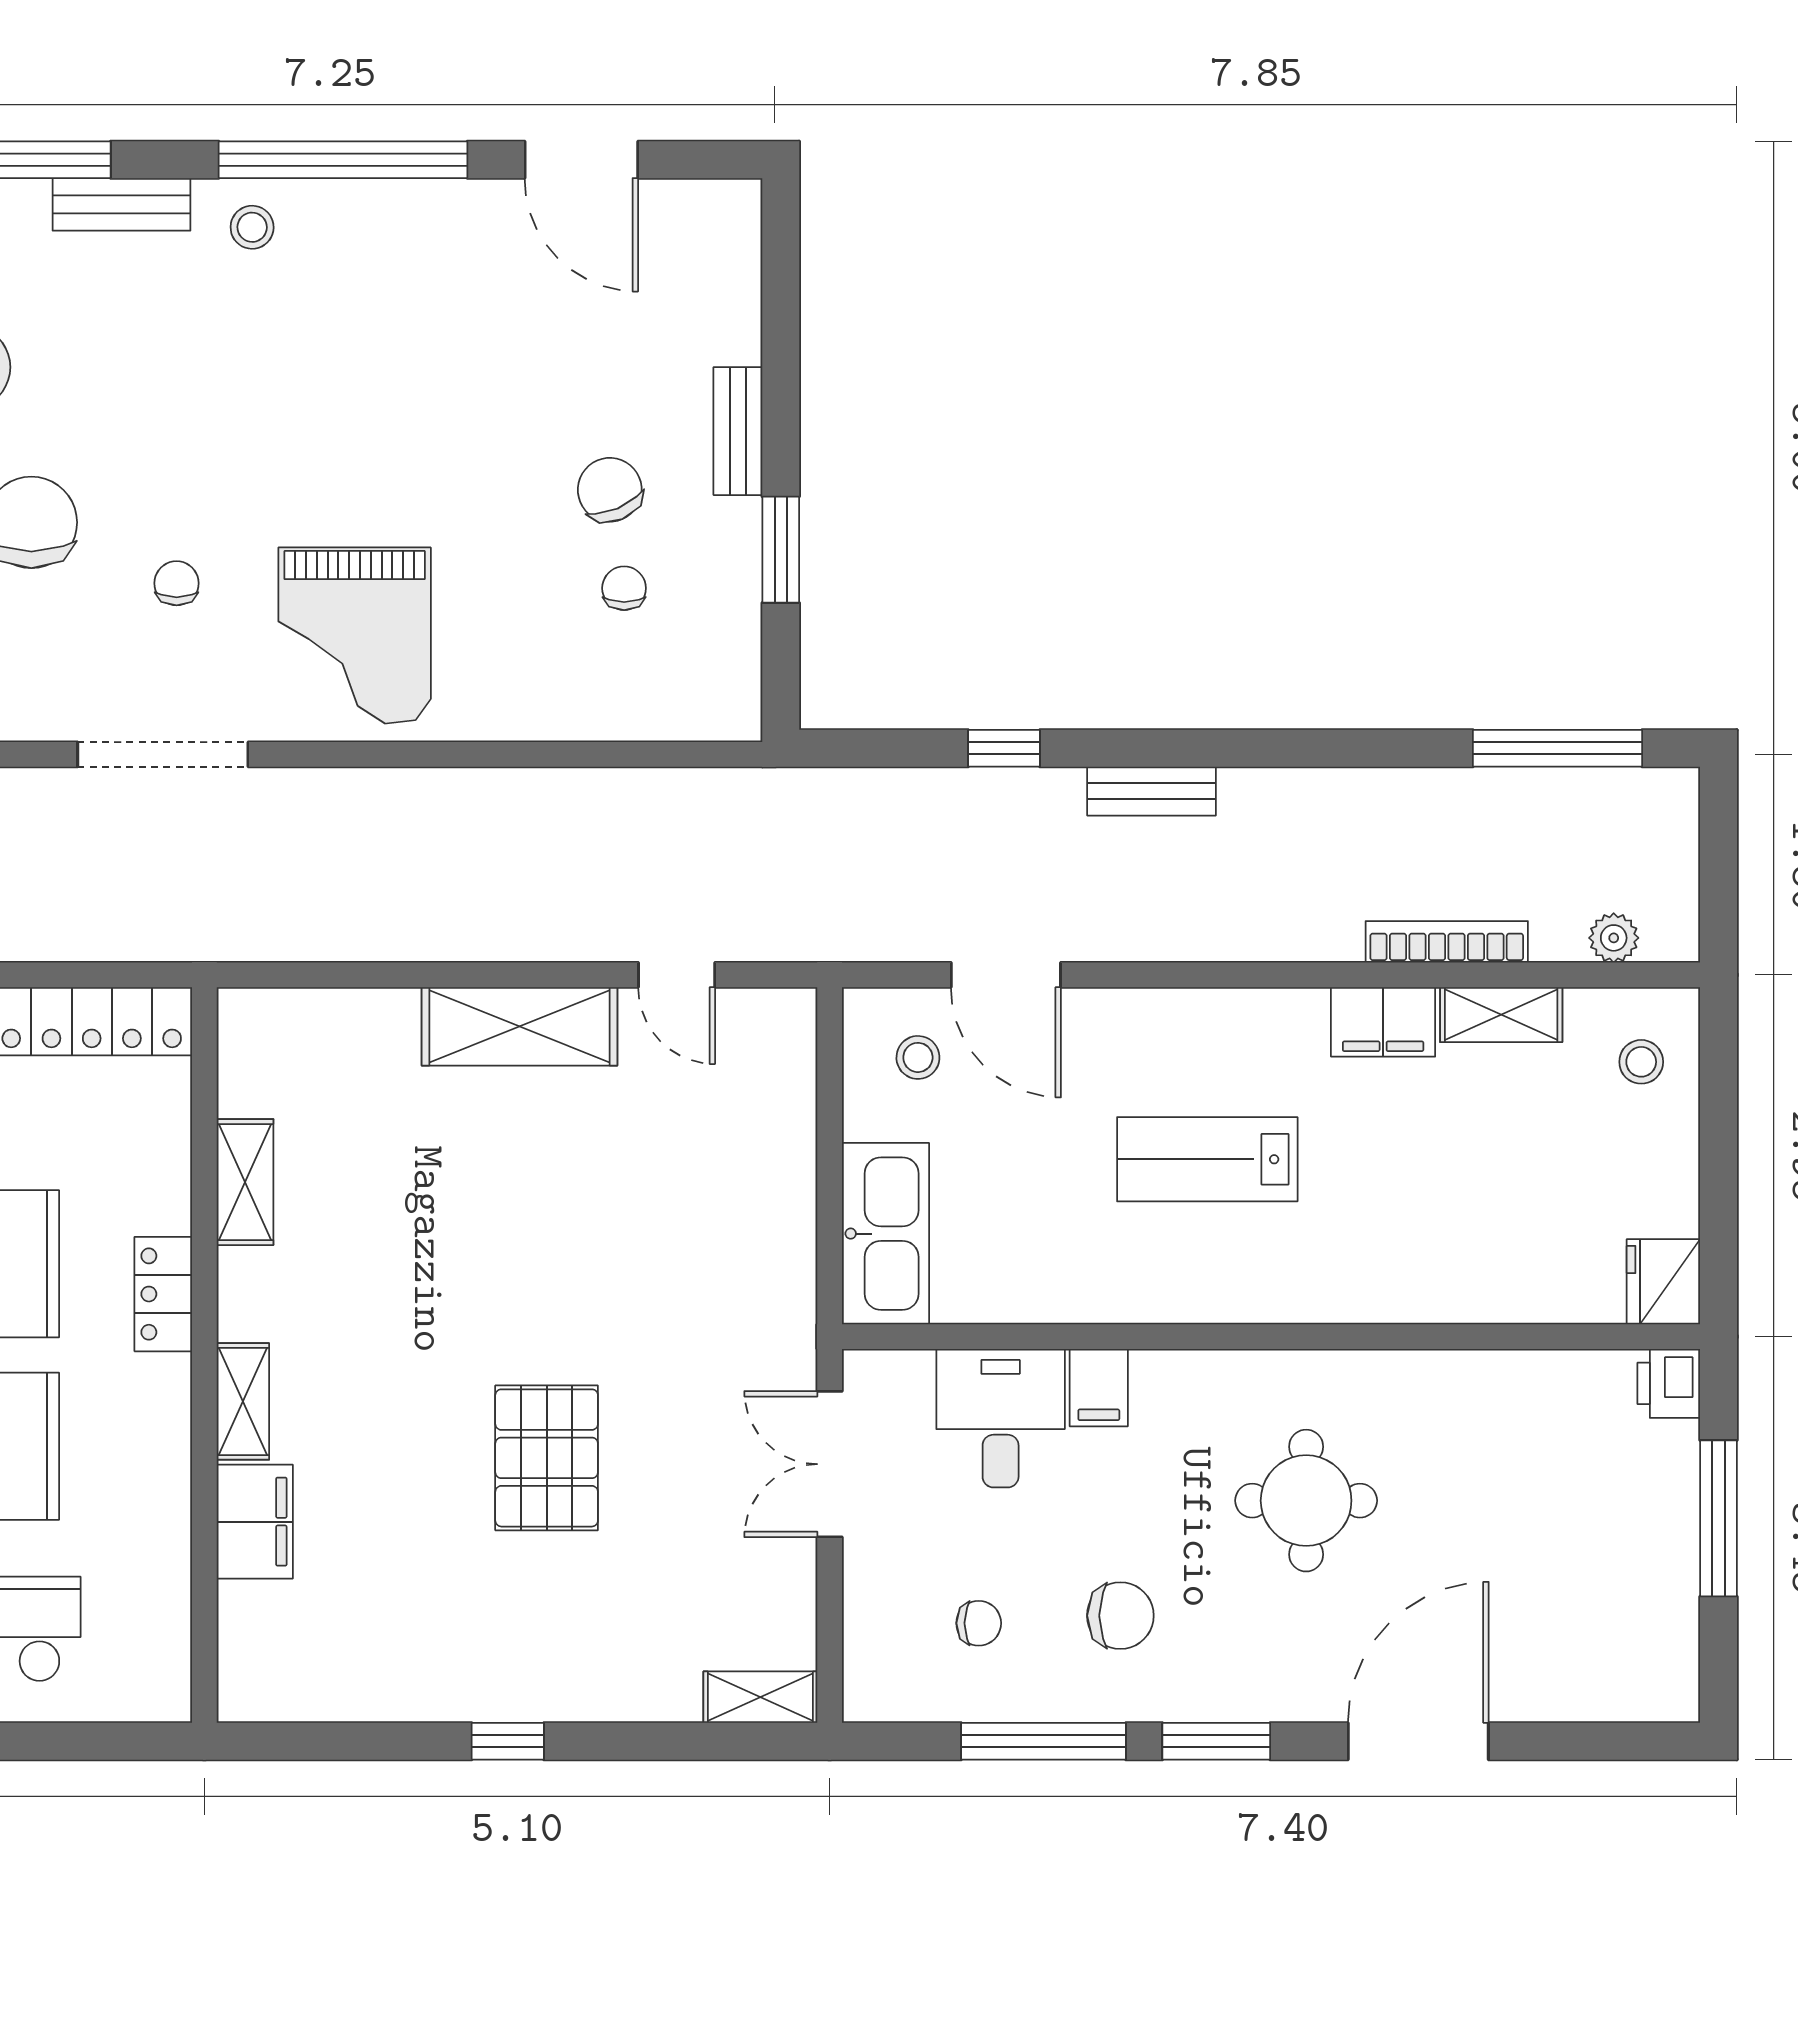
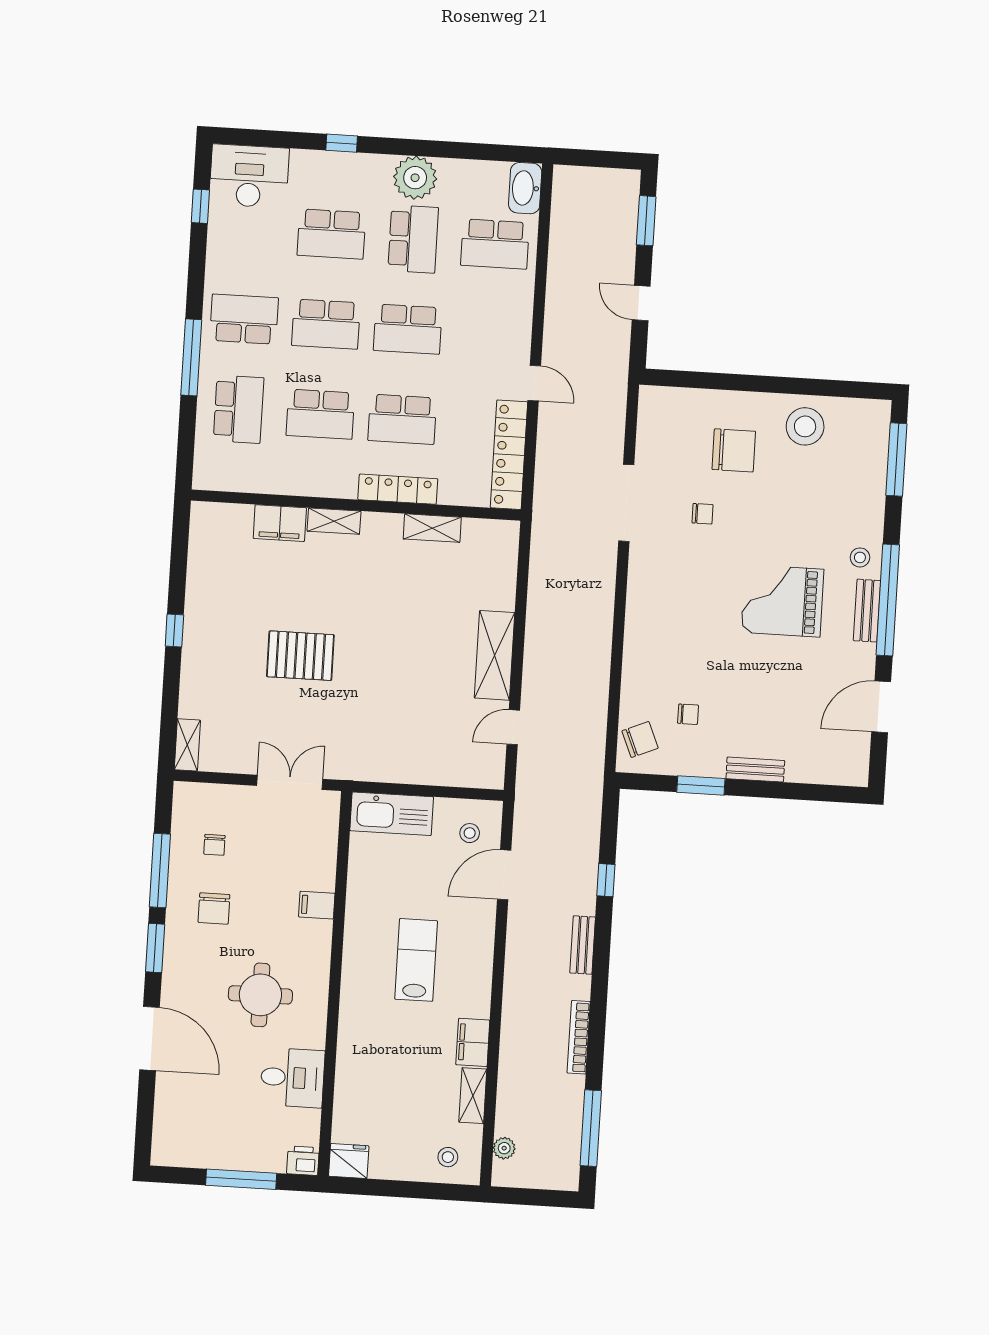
bench: (121, 204) -> (867, 611), moved
chair: (610, 490) -> (640, 739), moved
grand piano: (355, 636) -> (782, 601), moved
bookcase: (1447, 942) -> (579, 1037), moved, turned 180
locker: (163, 1294) -> (398, 489), width x1.53
desk: (1001, 1418) -> (292, 1078), moved

